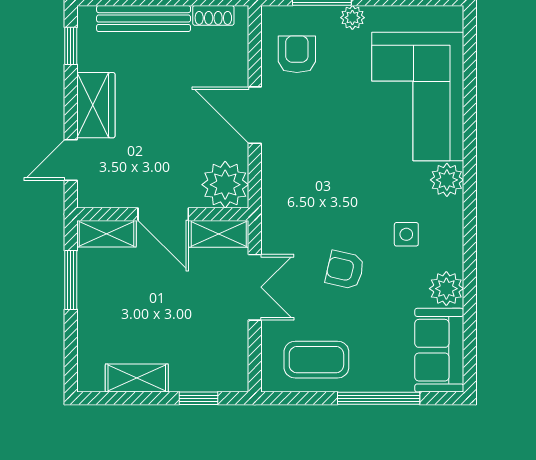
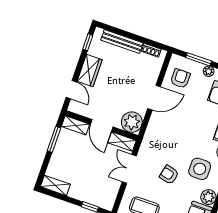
door: (255, 115) -> (154, 98), swing flipped
door: (71, 160) -> (71, 90), swing flipped
side table: (406, 234) -> (200, 169), width x1.87, depth x1.87
double door: (255, 287) -> (129, 169), swing flipped
shelving: (137, 378) -> (55, 185), moved

